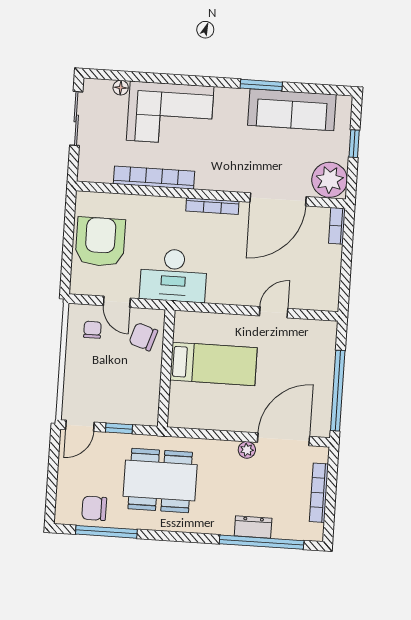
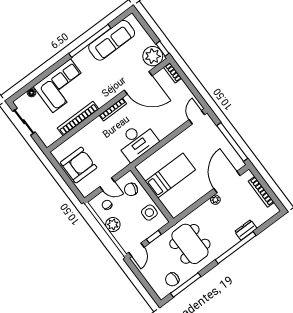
window: (261, 85) -> (90, 41), width x2.11
window: (354, 144) -> (162, 49), moved
door: (278, 199) -> (138, 83), hinge flipped
armchair: (100, 242) -> (79, 165), turned 90
desk: (173, 275) -> (137, 141), moved
door: (274, 312) -> (197, 117), moved
plant: (77, 364) -> (113, 225), added
side table: (141, 390) -> (149, 213), added
dining table: (160, 481) -> (190, 244), turned 90
window: (262, 542) -> (236, 248), moved

